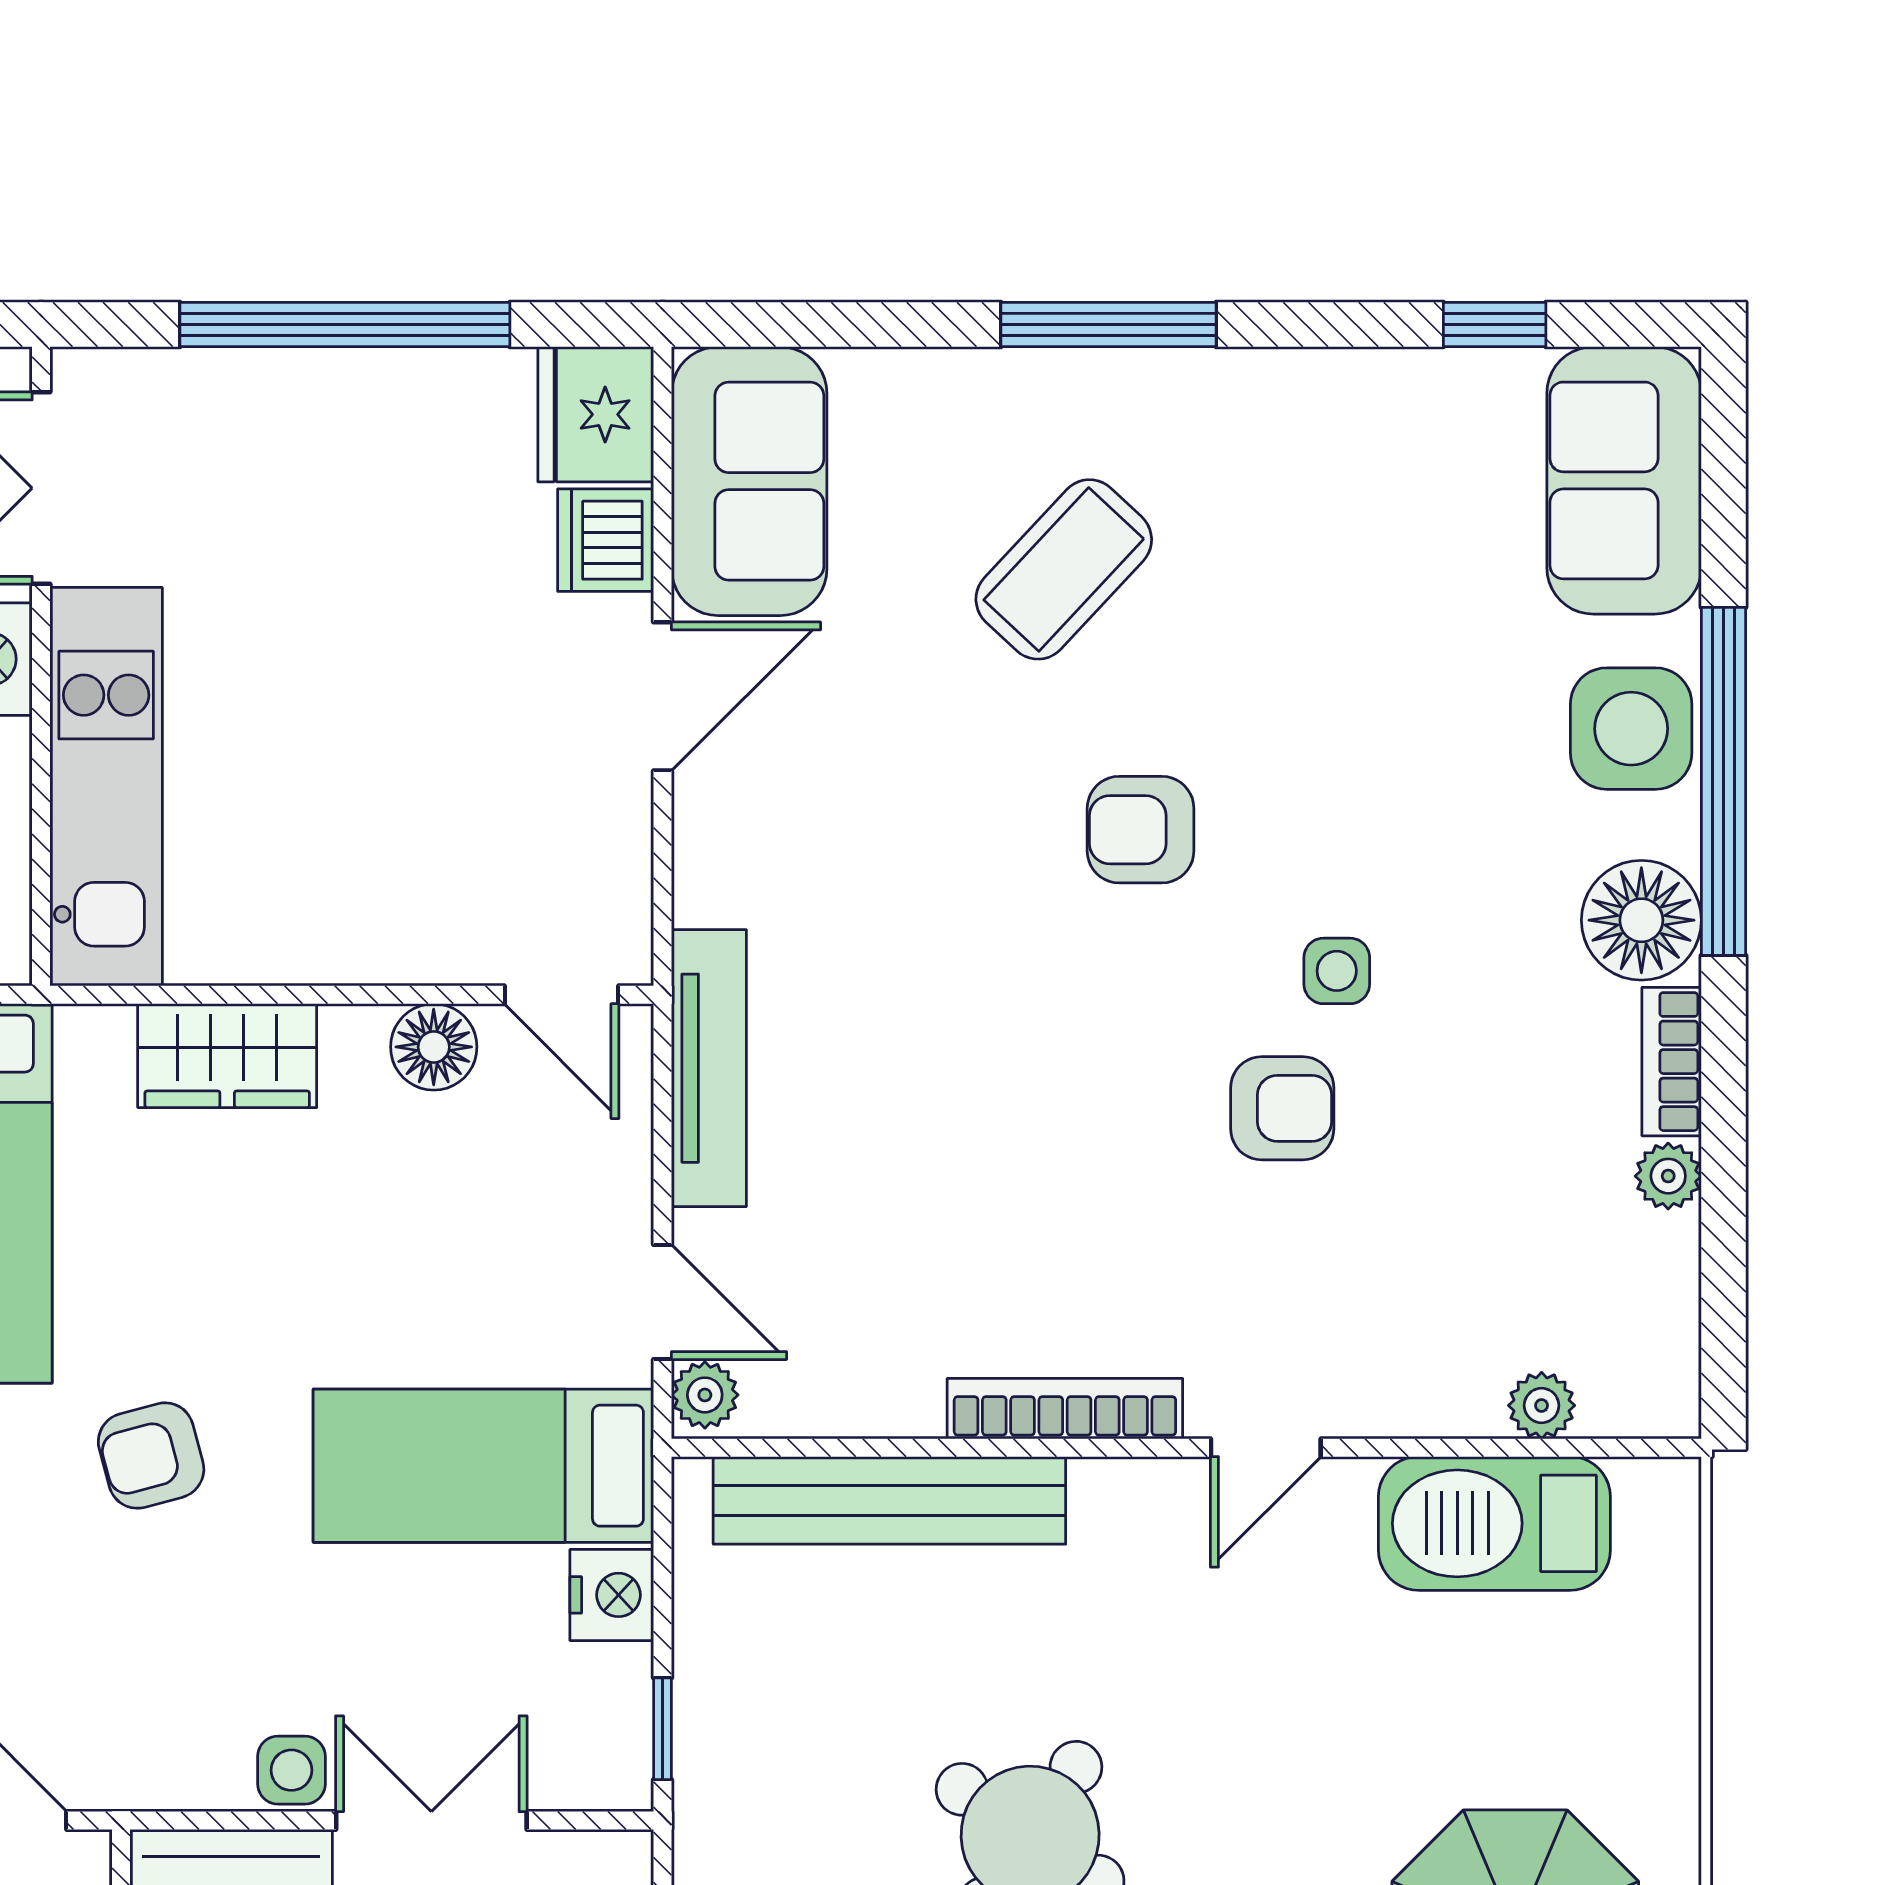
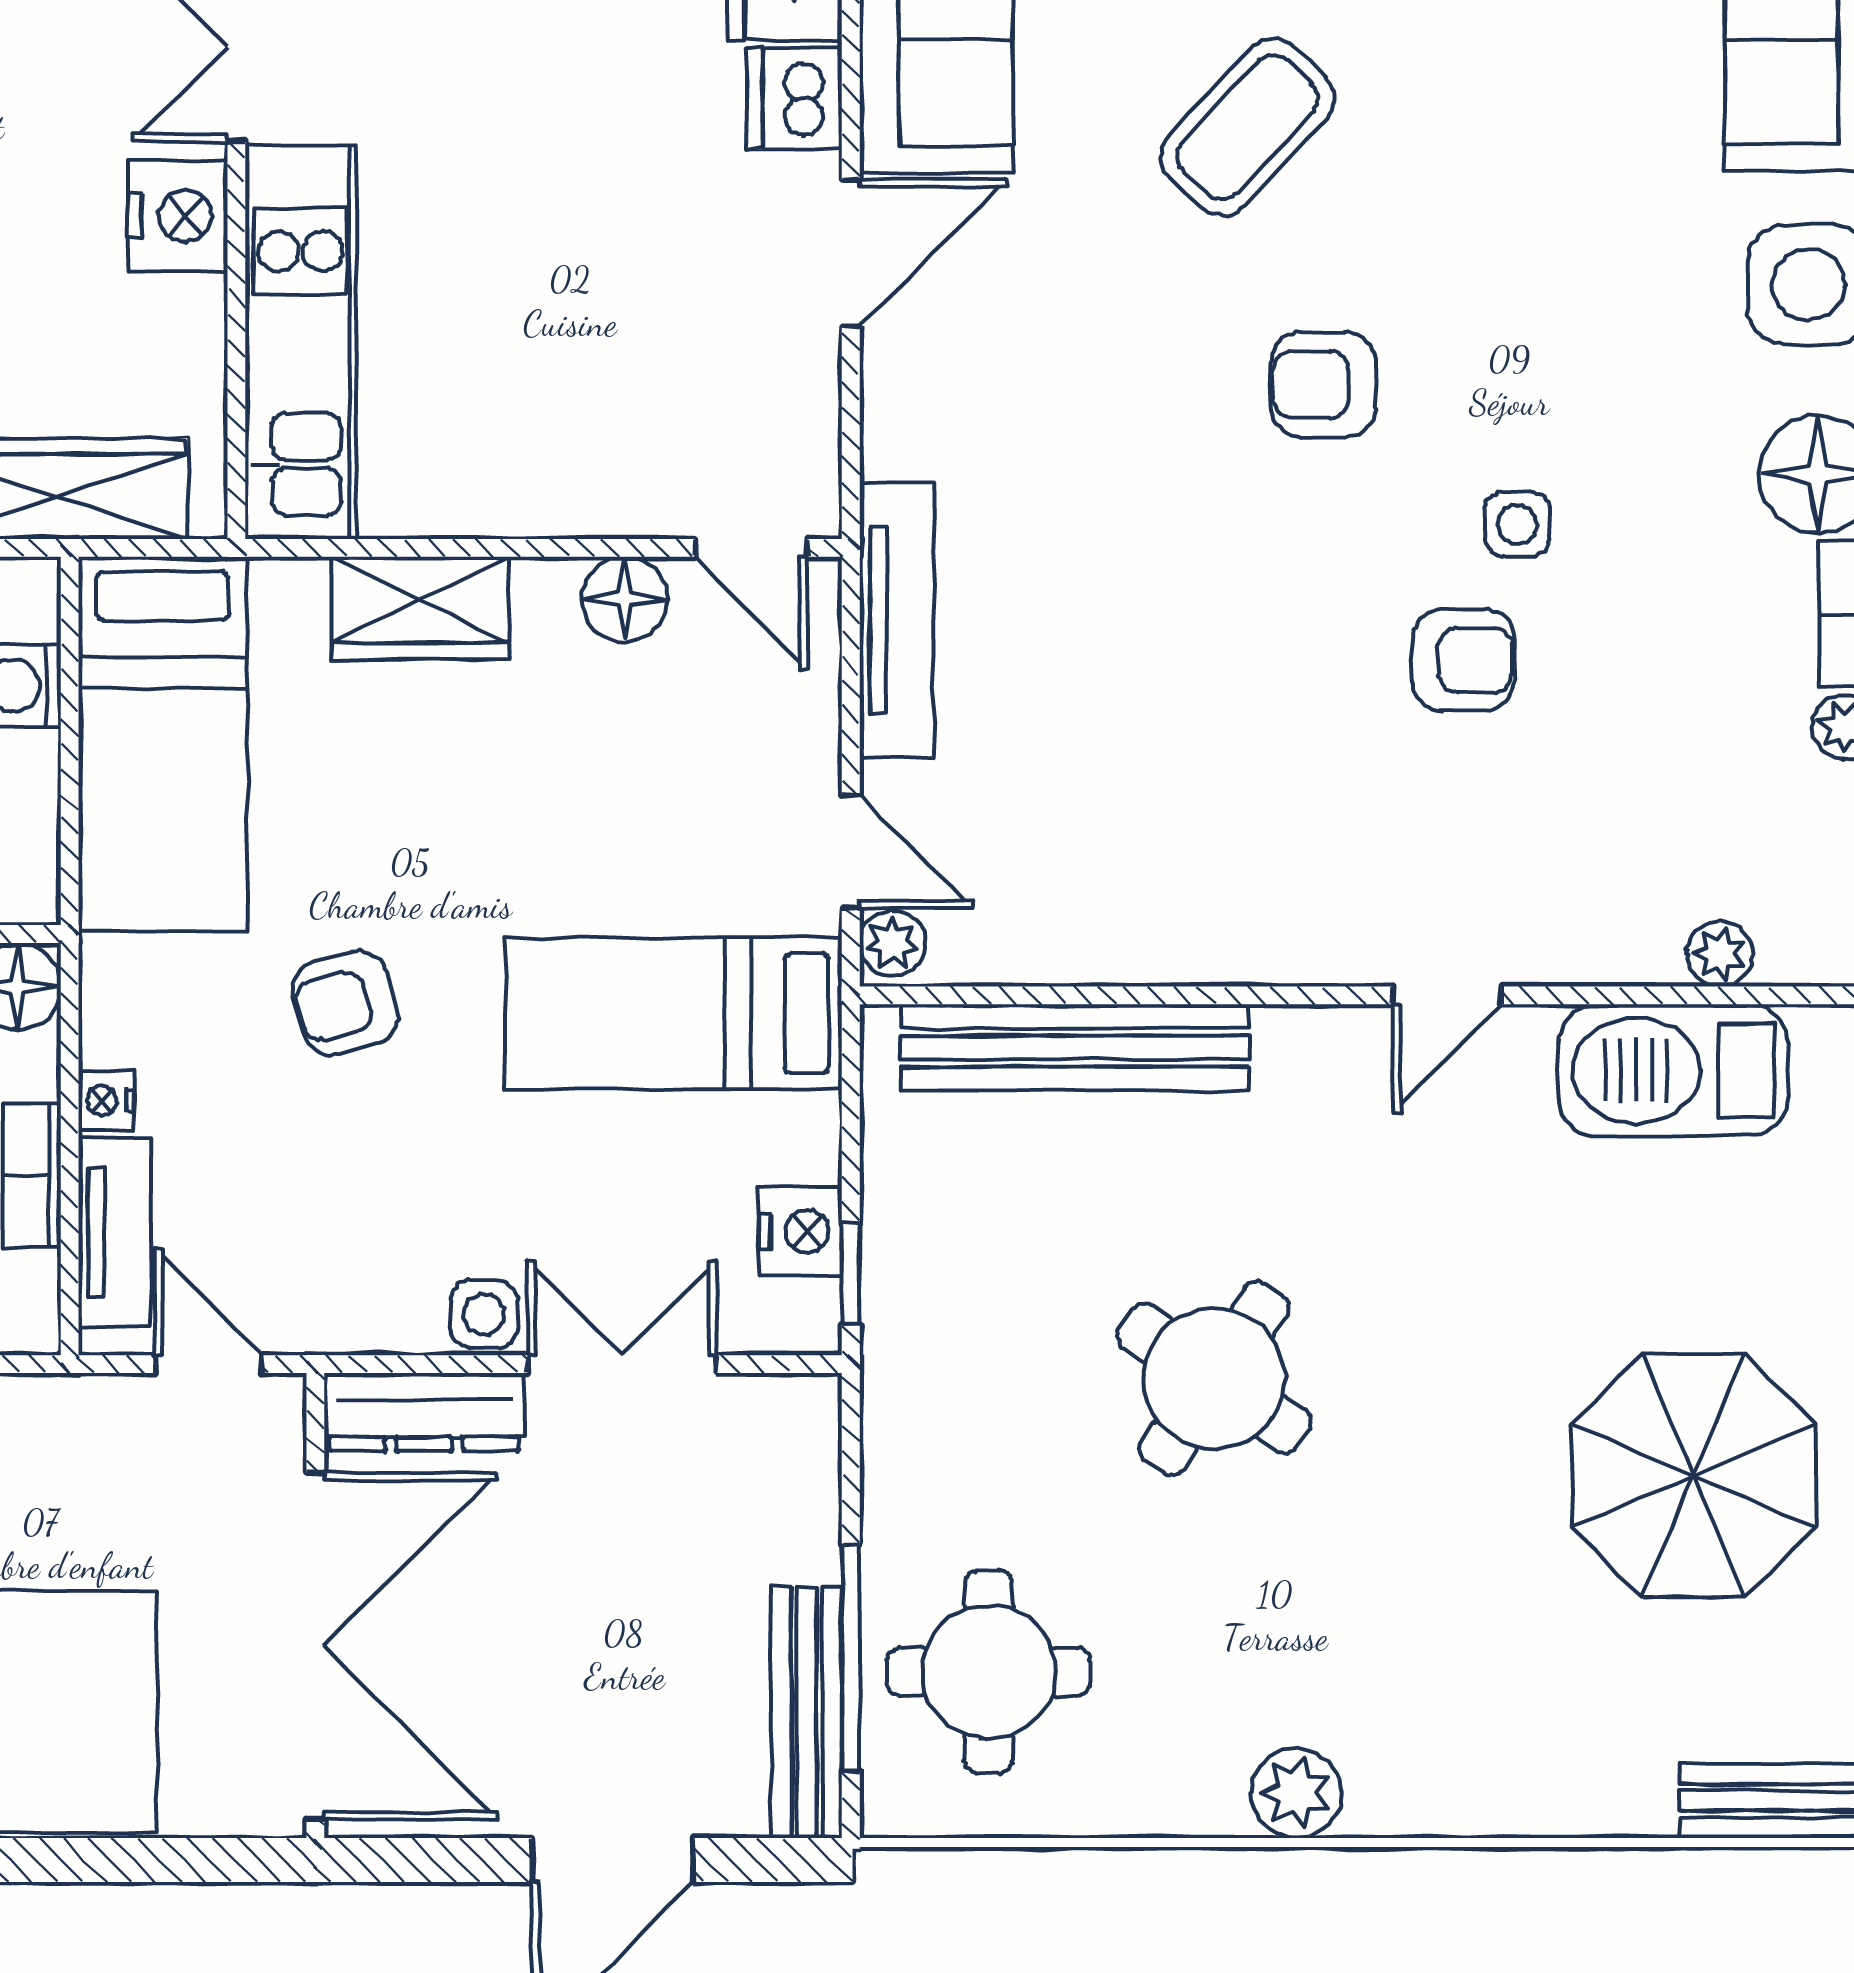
bookcase: (1065, 1409) -> (1249, 957), removed
nightstand: (612, 1595) -> (801, 1231), moved

